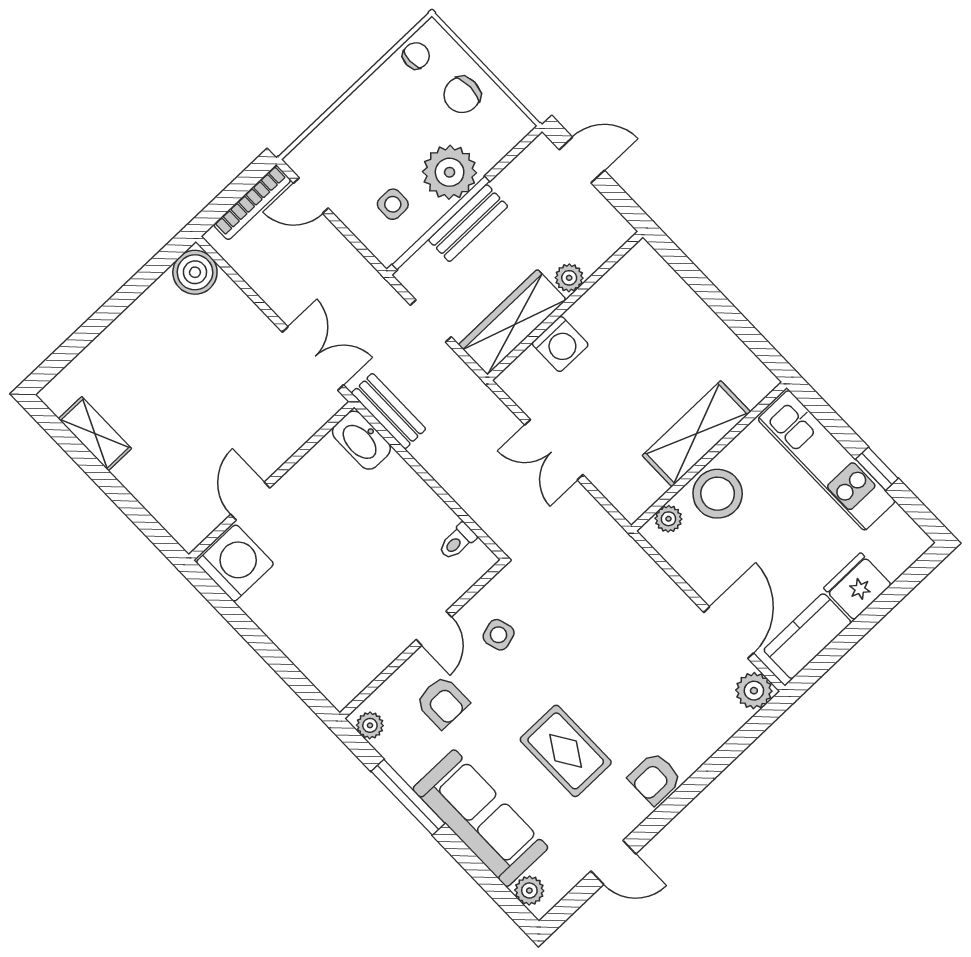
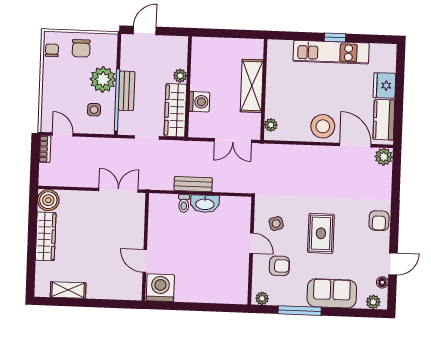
door: (311, 196) -> (63, 134), swing flipped
bookcase: (252, 203) -> (45, 149), width x0.64
wardrobe: (139, 322) -> (46, 236), added
bench: (389, 411) -> (193, 184), moved
shelving: (696, 434) -> (252, 86), moved
washbasin: (361, 440) -> (205, 204), moved
wall: (709, 456) -> (264, 90), moved
window: (877, 469) -> (335, 37), moved
stool: (718, 494) -> (323, 126), moved
plant: (668, 519) -> (271, 125), moved
toilet: (457, 541) -> (184, 203), moved
rug: (566, 751) -> (321, 233), moved, turned 90
sofa: (480, 818) -> (332, 293), width x0.73
floor lamp: (571, 875) -> (382, 282), added

